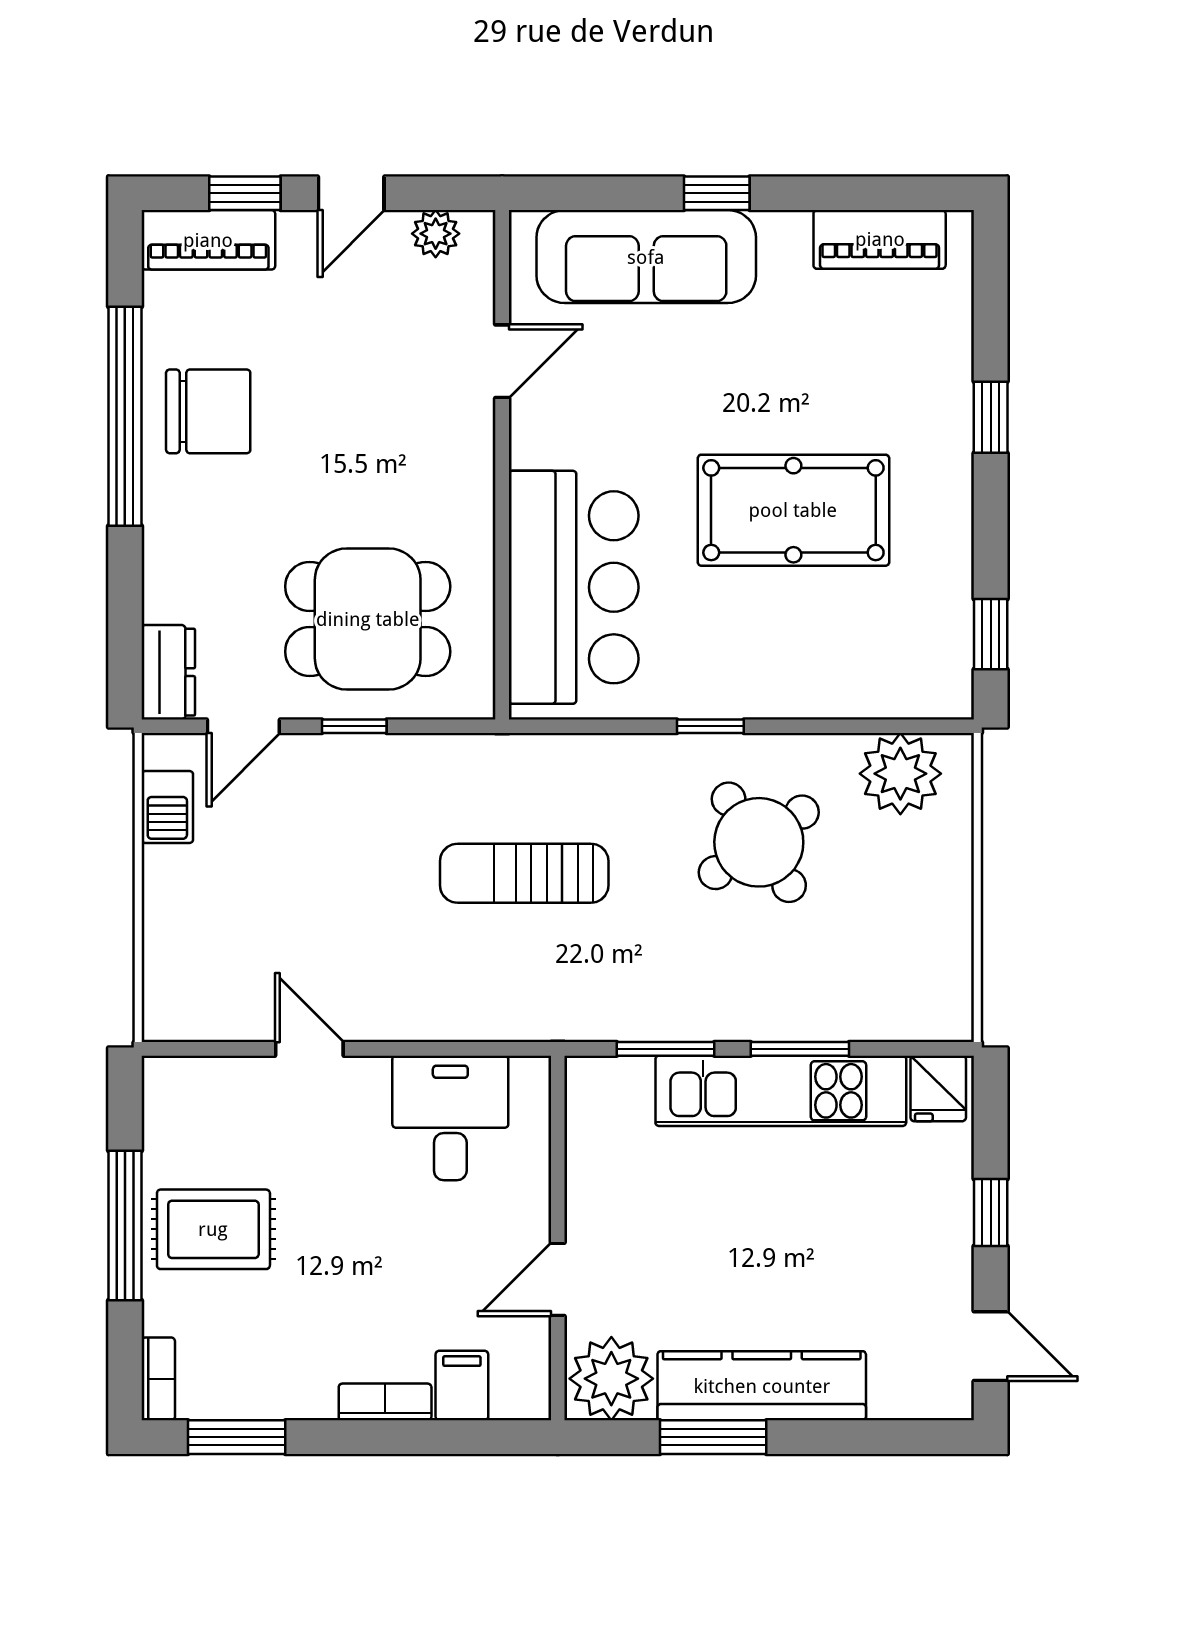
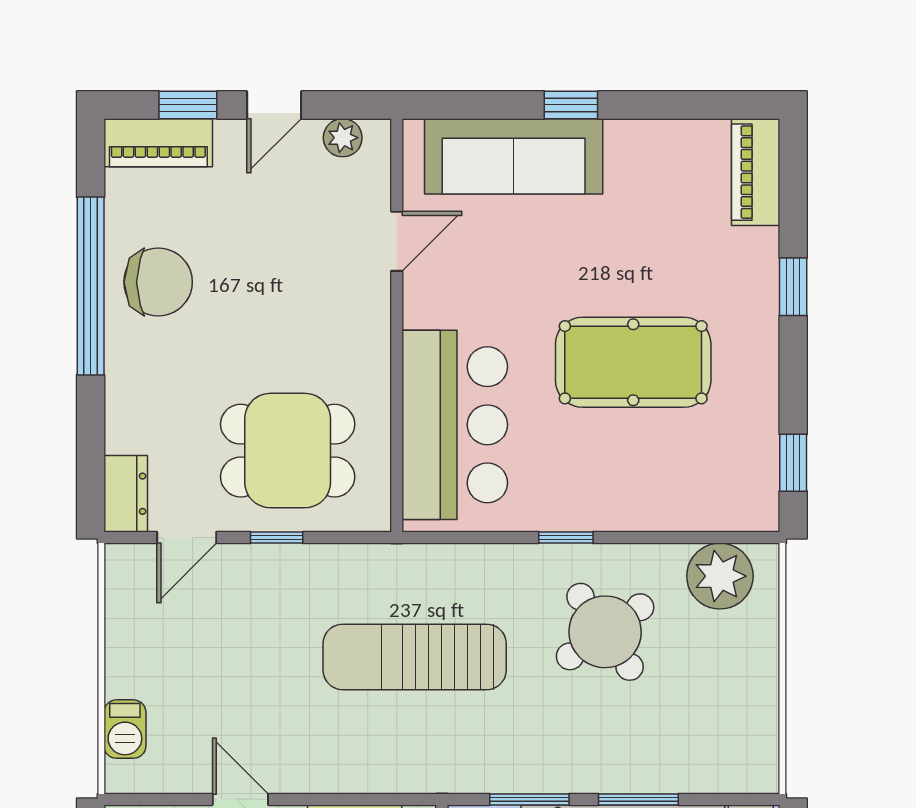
piano: (880, 239) -> (756, 172), moved, turned 90
barbecue: (167, 807) -> (125, 729), moved
sun lounger: (524, 873) -> (415, 657), width x1.36, depth x1.34

